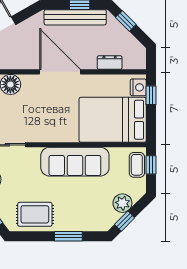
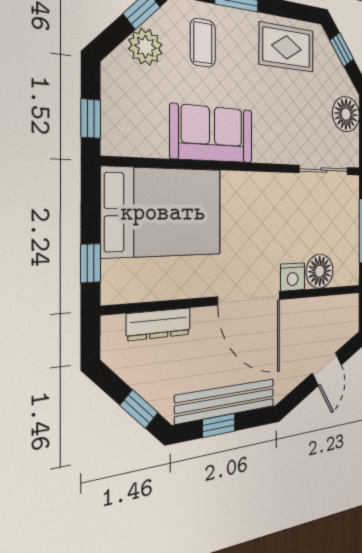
dresser: (110, 63) -> (159, 324), width x1.44
nightstand: (138, 87) -> (293, 277), moved, turned -90
sofa: (75, 162) -> (212, 134), width x0.73
coffee table: (137, 165) -> (203, 43), moved

